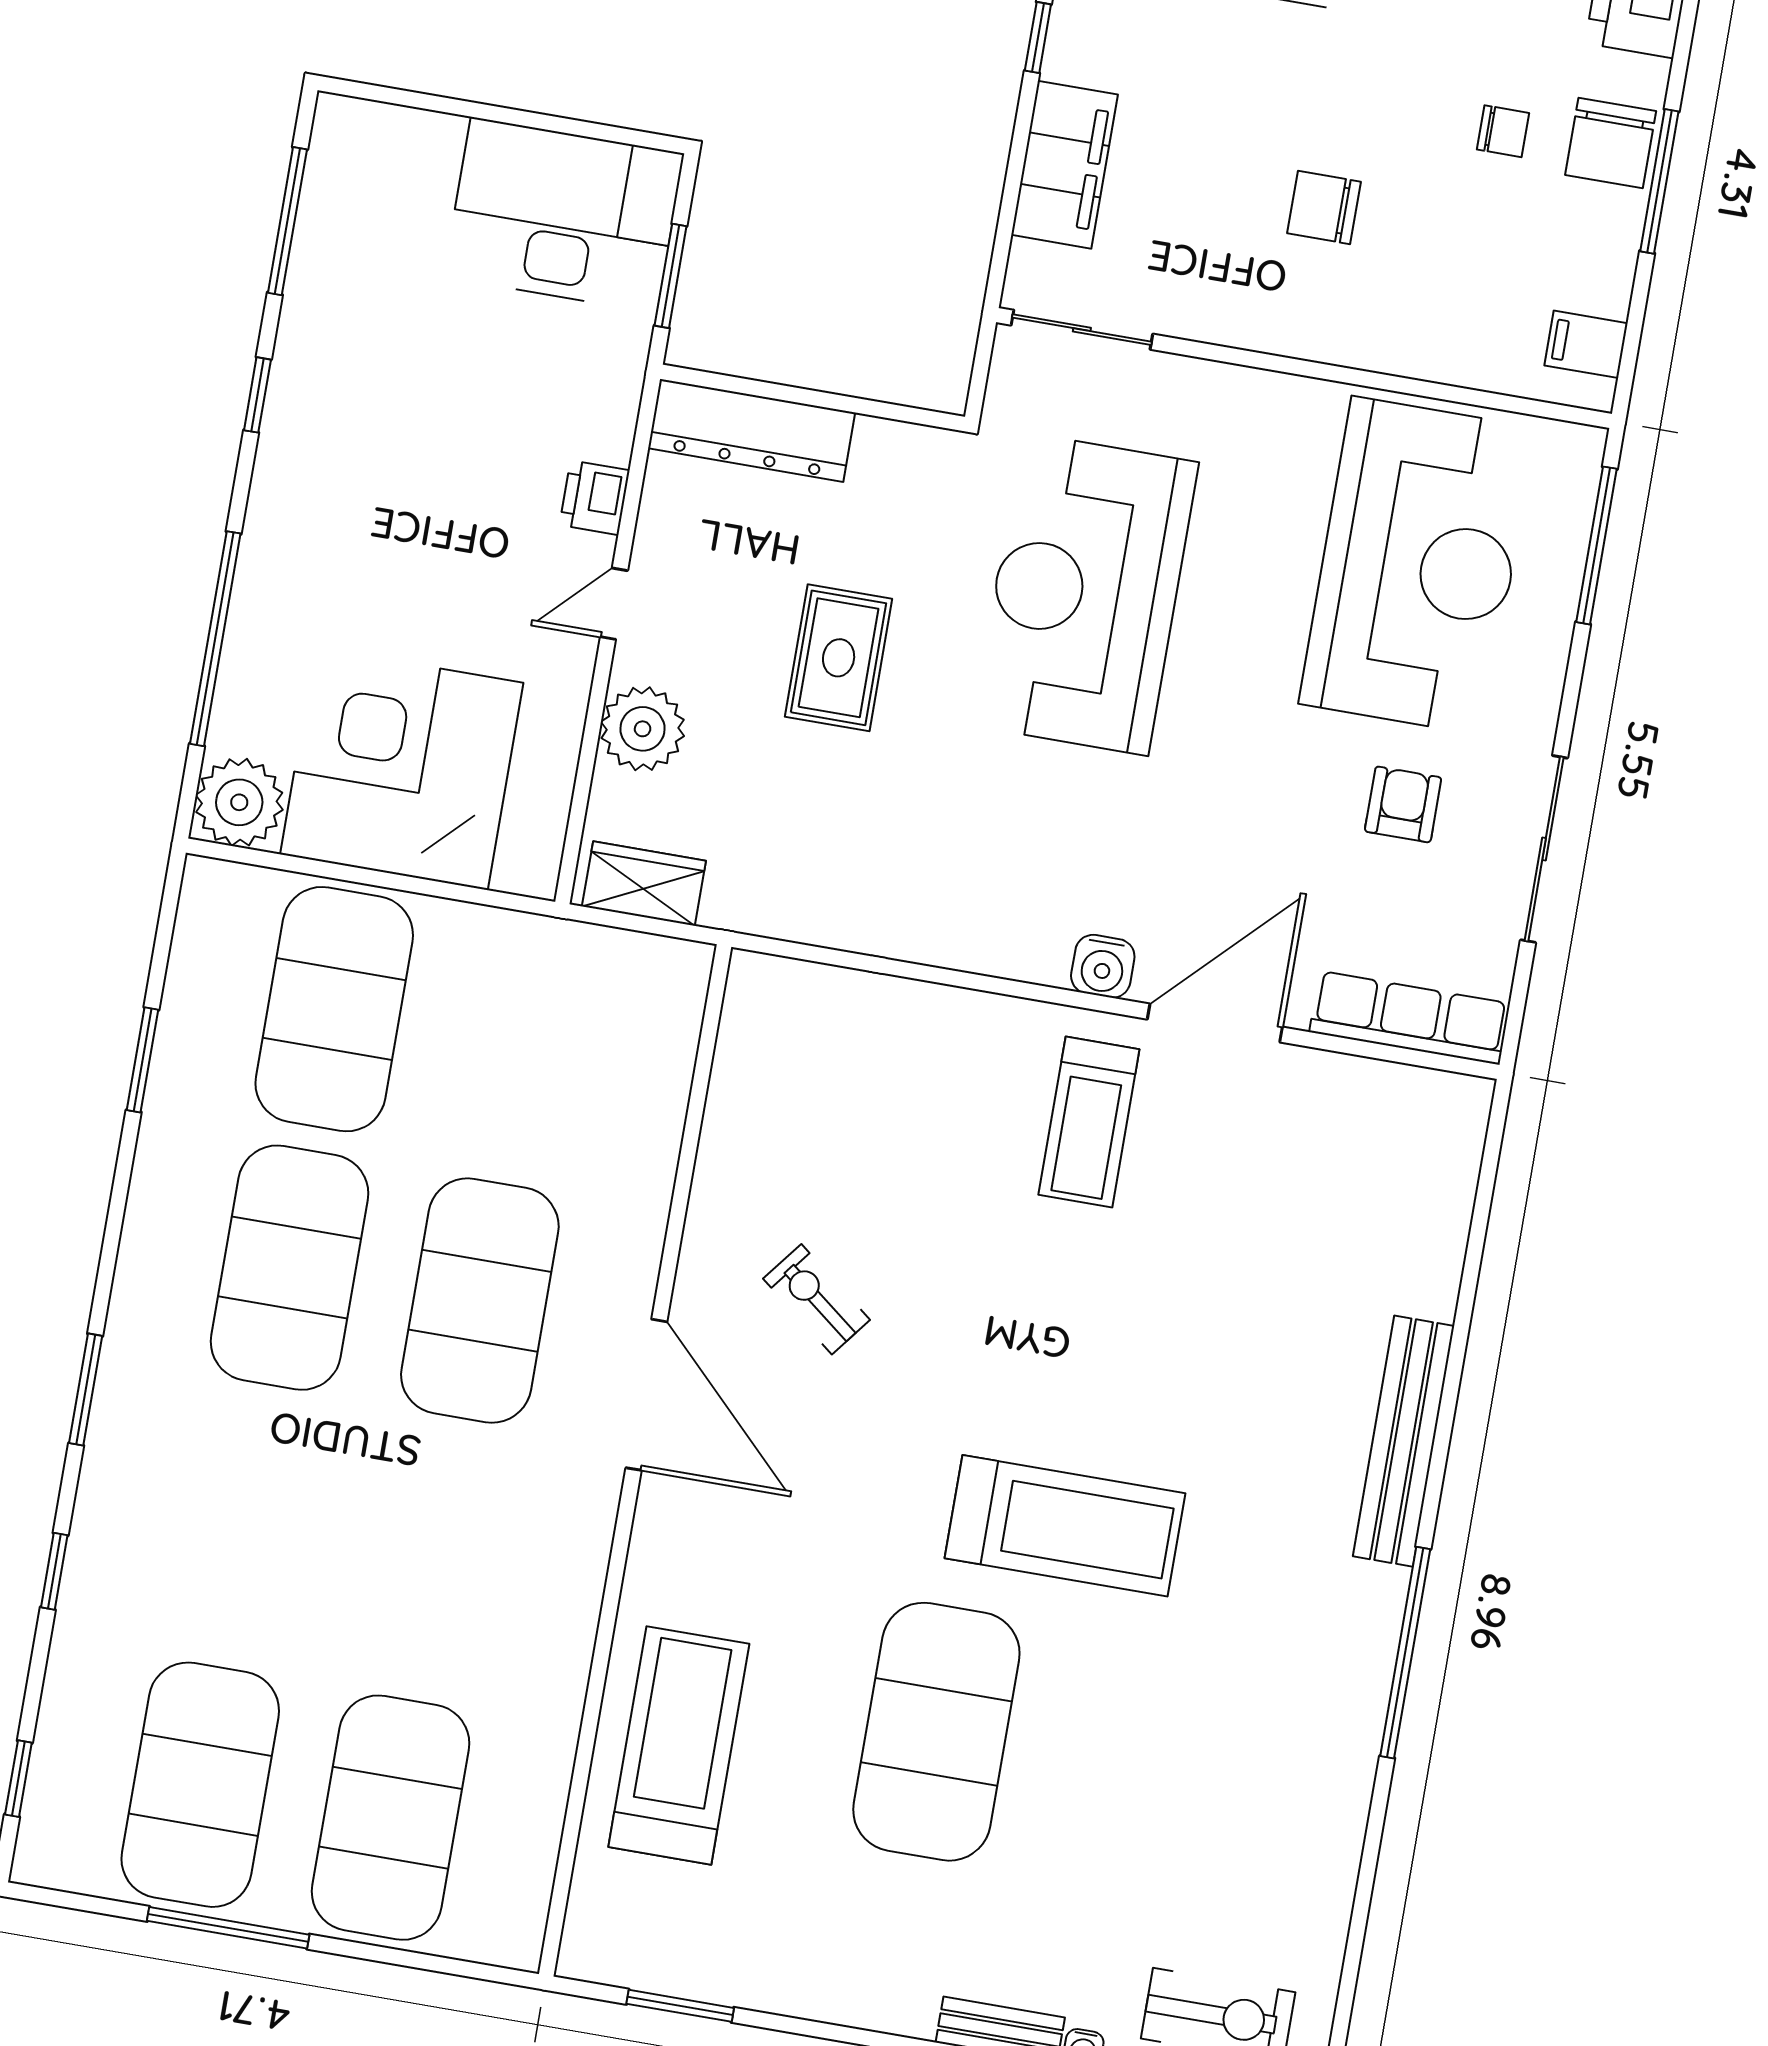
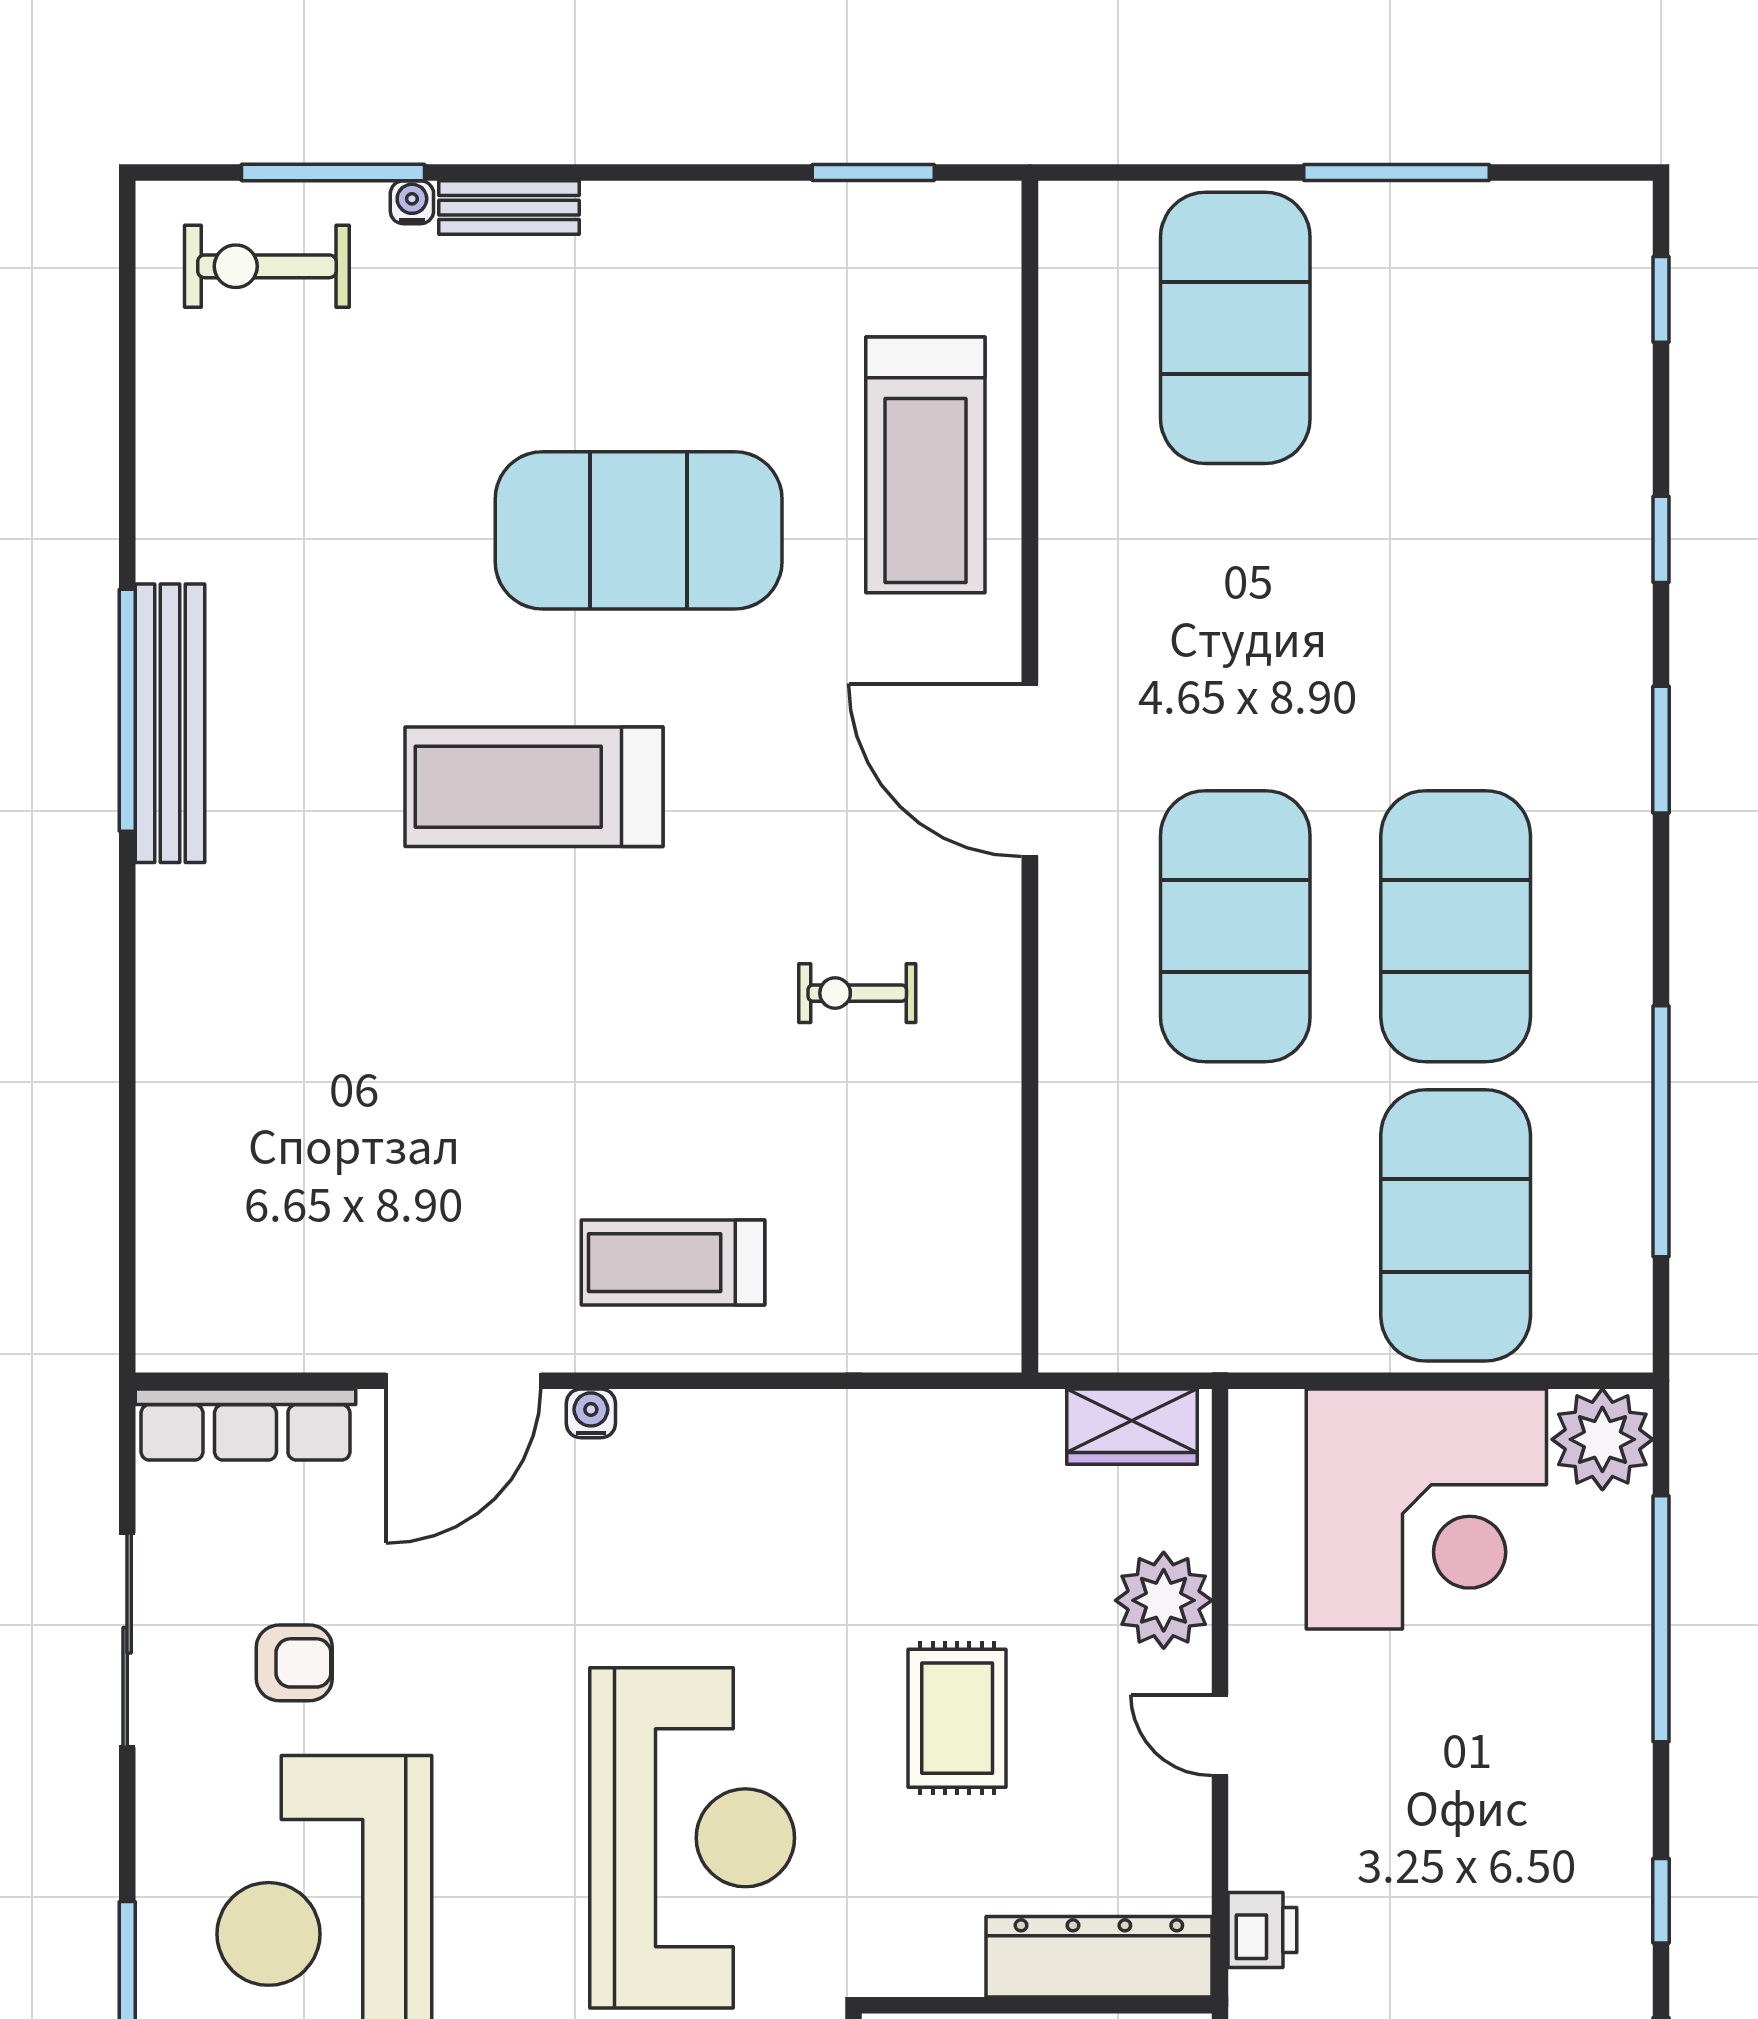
printer: (595, 498) -> (1262, 1930), moved
door: (614, 604) -> (1220, 1735), swing flipped
armchair: (1403, 804) -> (294, 1663), turned -90
water cooler: (1103, 966) -> (591, 1413), width x0.72, depth x0.72
window: (143, 1060) -> (1661, 1131), width x2.11
treadmill: (1089, 1122) -> (673, 1263), moved, turned -90
exercise bike: (817, 1299) -> (857, 993), turned 142
door: (646, 1395) -> (1030, 770), moved
bench: (1404, 1441) -> (170, 723), moved
exercise mat: (936, 1732) -> (639, 530), turned 90
exercise mat: (200, 1785) -> (1456, 328), removed

